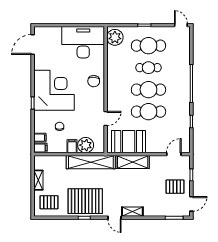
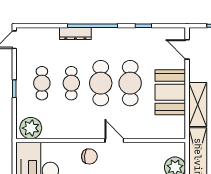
cafe table: (148, 46) -> (42, 83), width x0.73, depth x0.74
dresser: (186, 71) -> (75, 34), added
door: (106, 118) -> (114, 141), moved
booth: (129, 142) -> (170, 92), moved

